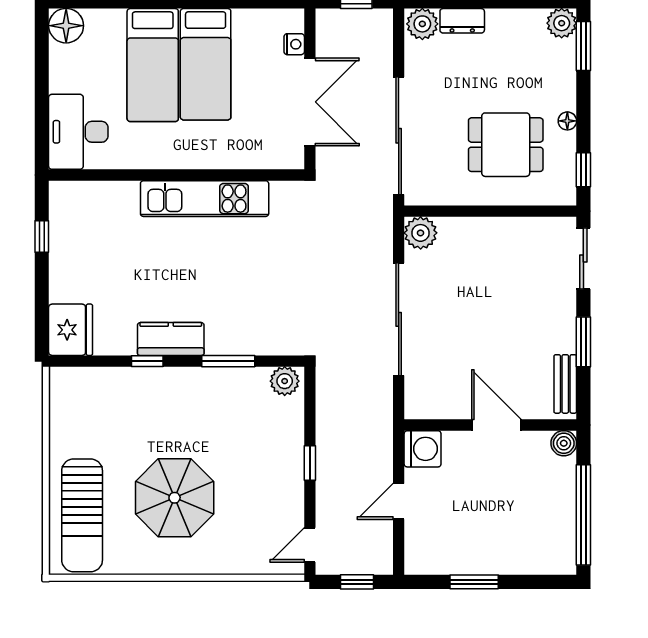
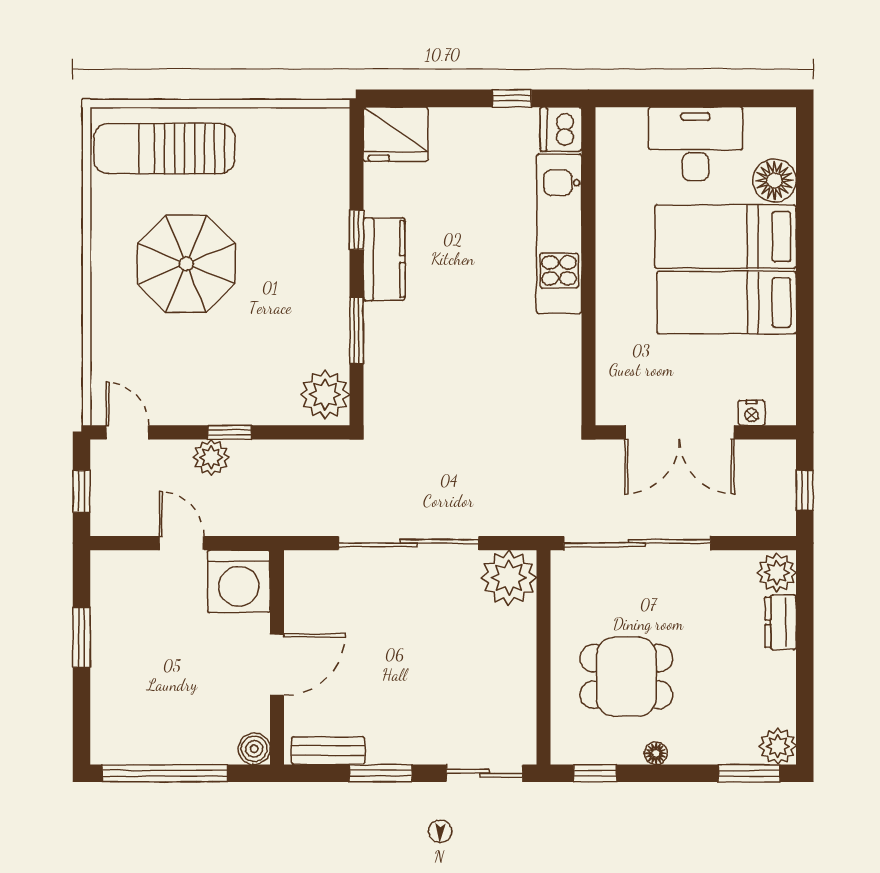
floor lamp: (66, 26) -> (775, 180), moved
desk: (78, 132) -> (696, 144), moved
dining table: (506, 145) -> (626, 676), turned 90
dishwasher: (66, 197) -> (561, 129), added
kitchen unit: (205, 199) -> (559, 234), moved
plant: (421, 233) -> (509, 578), width x1.36, depth x1.36
plant: (285, 381) -> (325, 394), width x1.36, depth x1.36
washing machine: (423, 449) -> (239, 581), width x1.37, depth x1.37
plant: (330, 478) -> (211, 457), added

